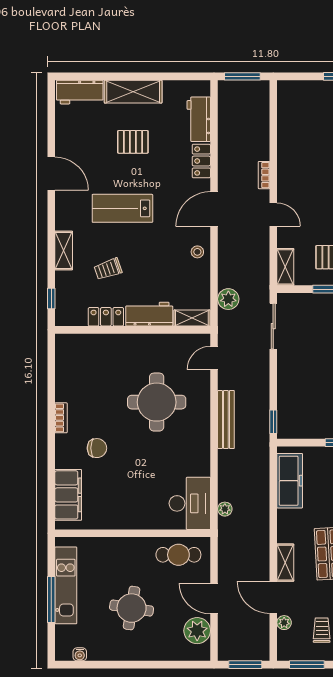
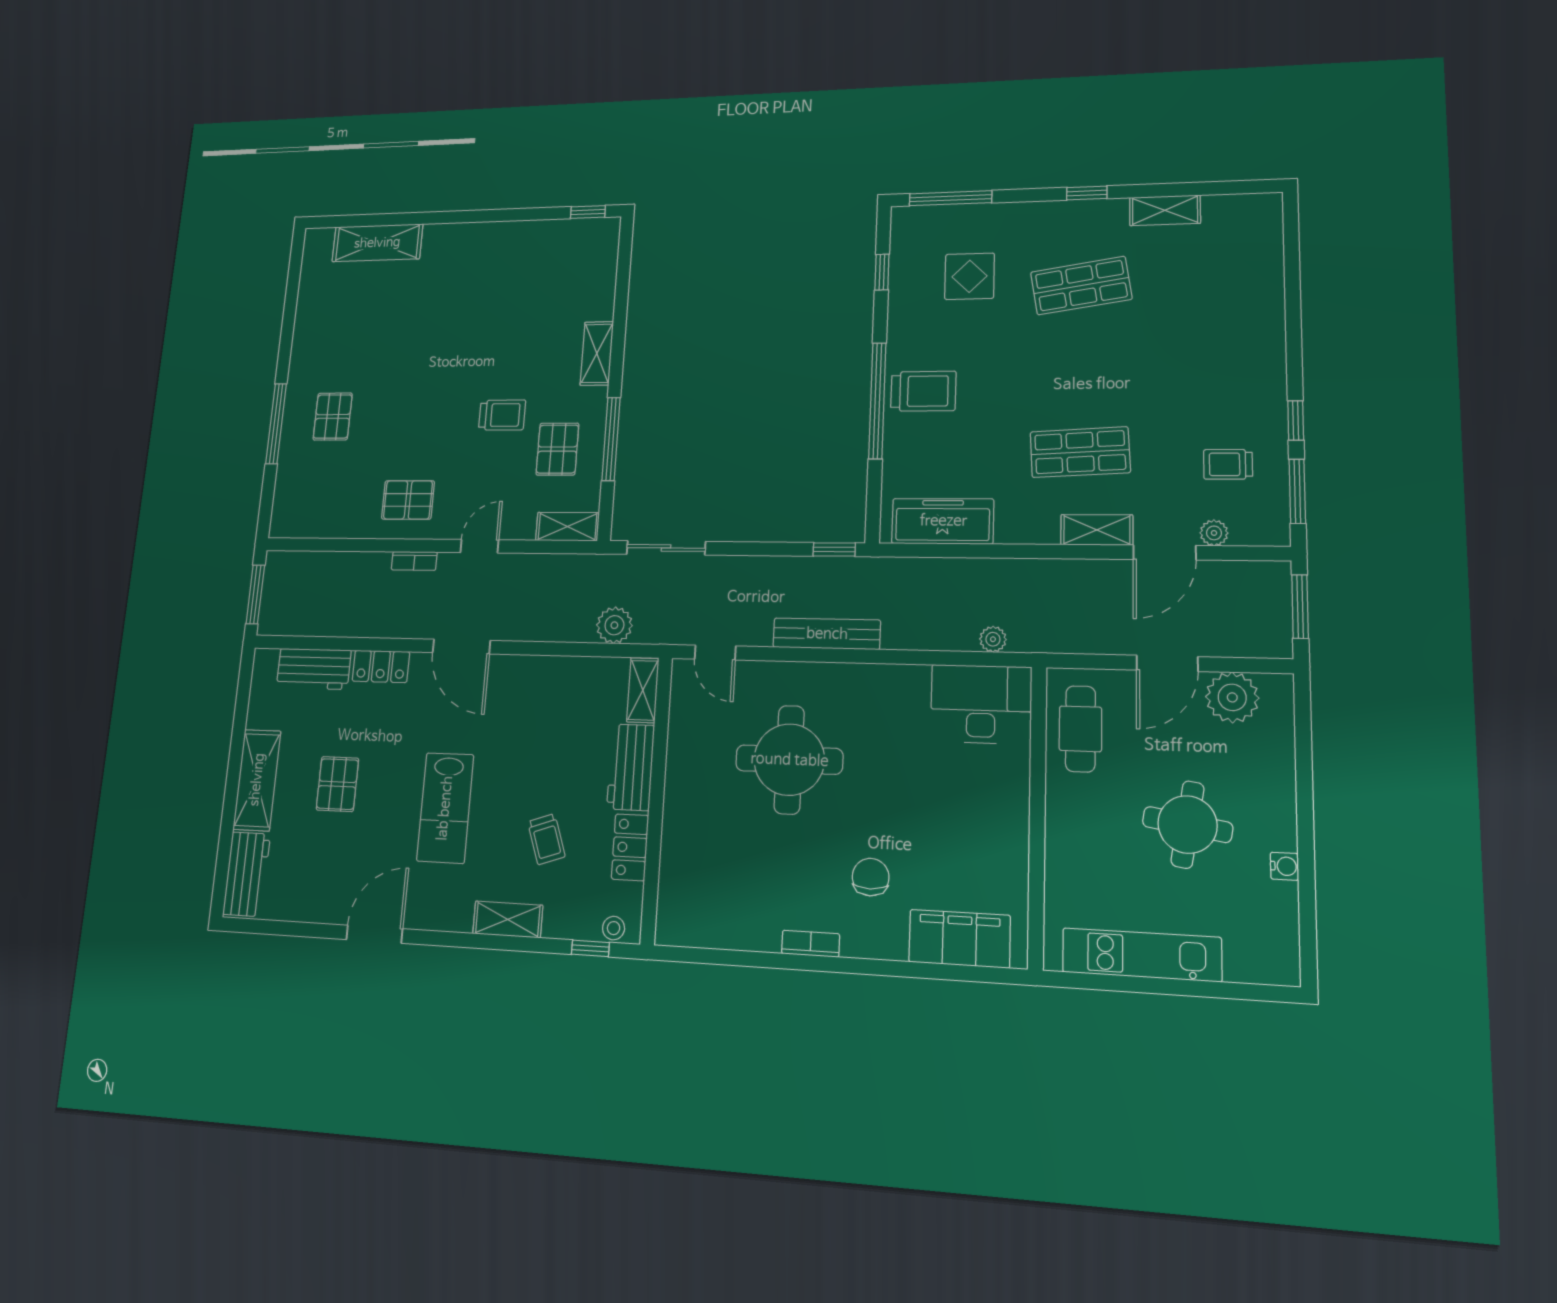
pallet: (301, 167) -> (408, 500), added
stool: (197, 252) -> (614, 928), moved
window: (51, 599) -> (1171, 987), removed
water cooler: (80, 654) -> (1284, 866), moved

